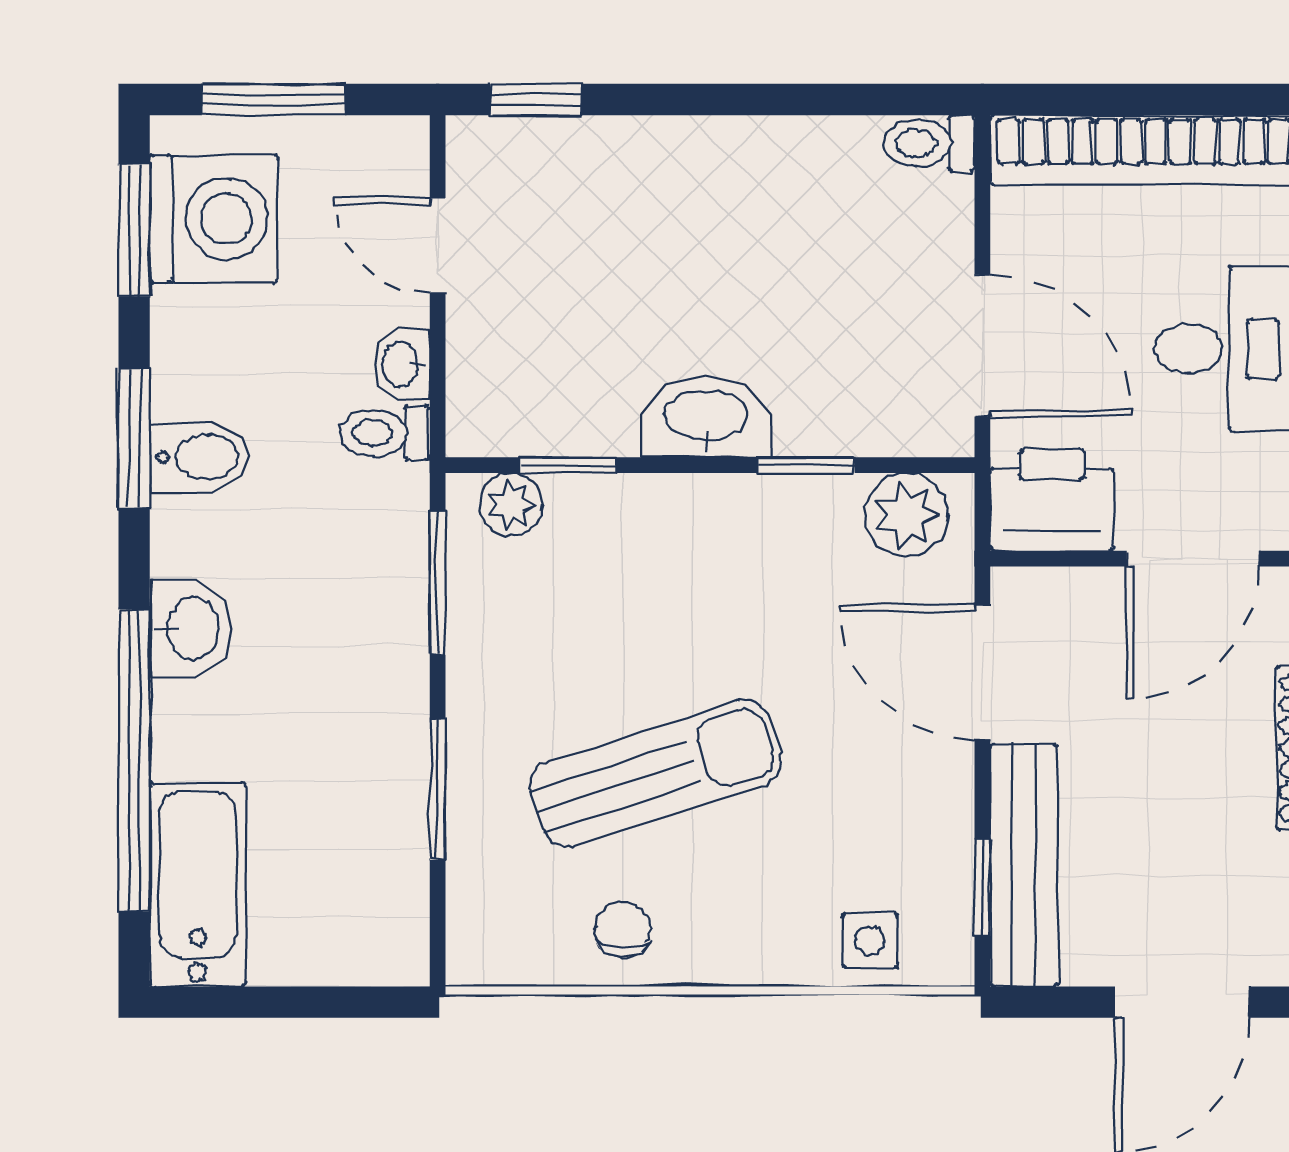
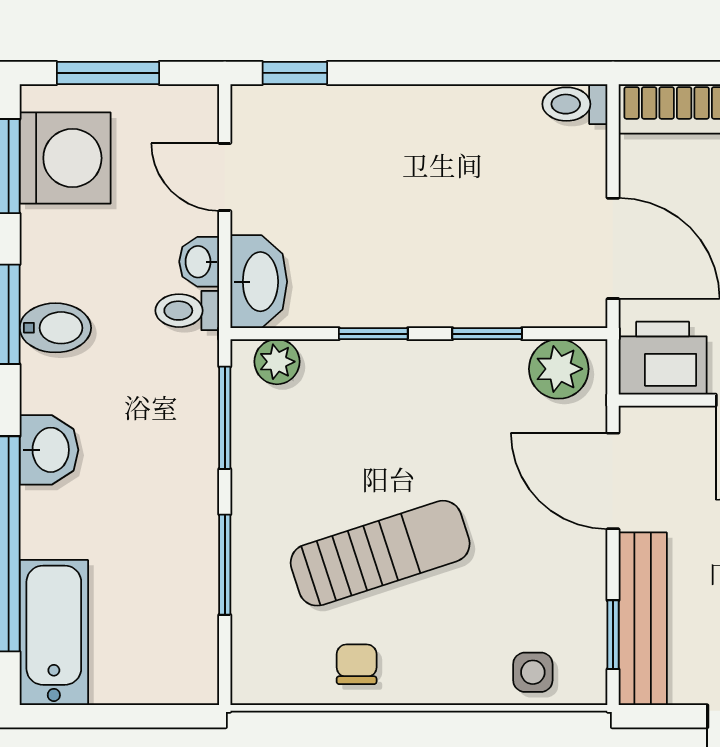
washbasin: (706, 418) -> (259, 282), moved, turned 90
window: (568, 465) -> (373, 334), moved

